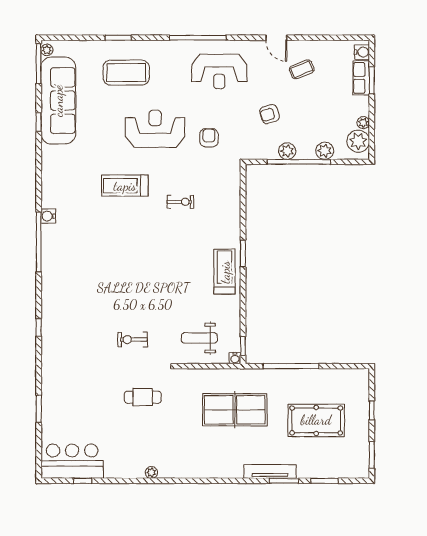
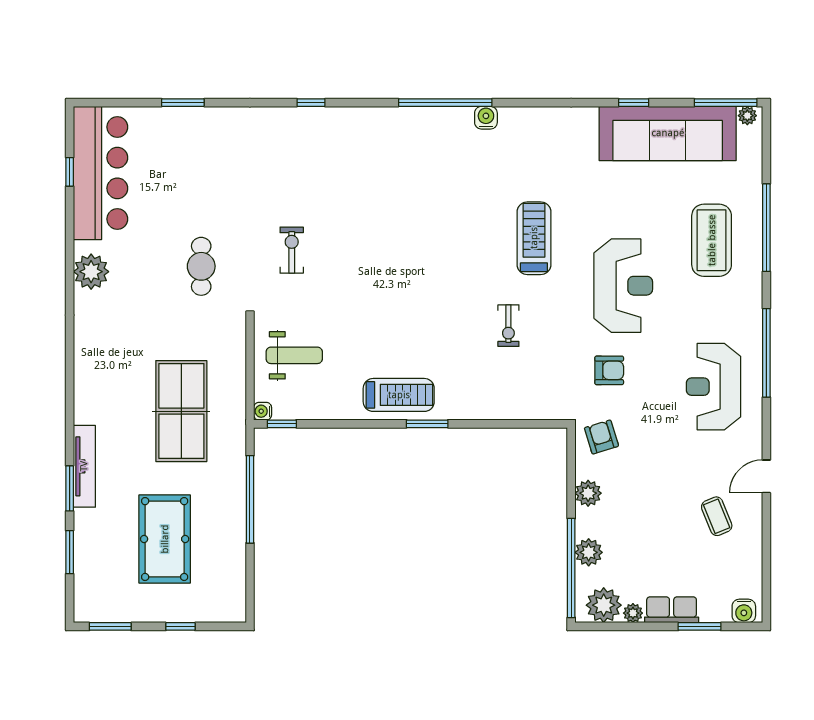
window: (118, 38) -> (766, 228), width x2.11
row of seats: (361, 78) -> (672, 610), moved
armchair: (270, 114) -> (601, 437), moved
window: (299, 162) -> (571, 568), moved
weight bench: (199, 338) -> (294, 355), turned 90
bar counter: (72, 461) -> (100, 173), width x1.36
plant: (151, 472) -> (91, 272), width x1.87, depth x1.87

